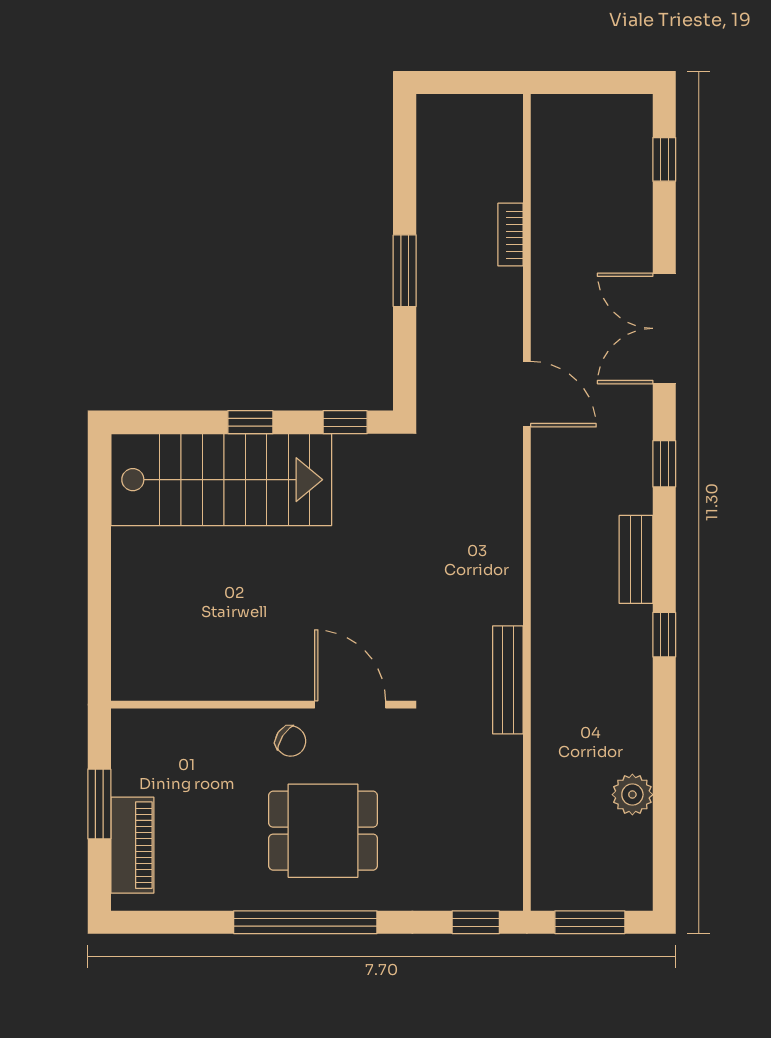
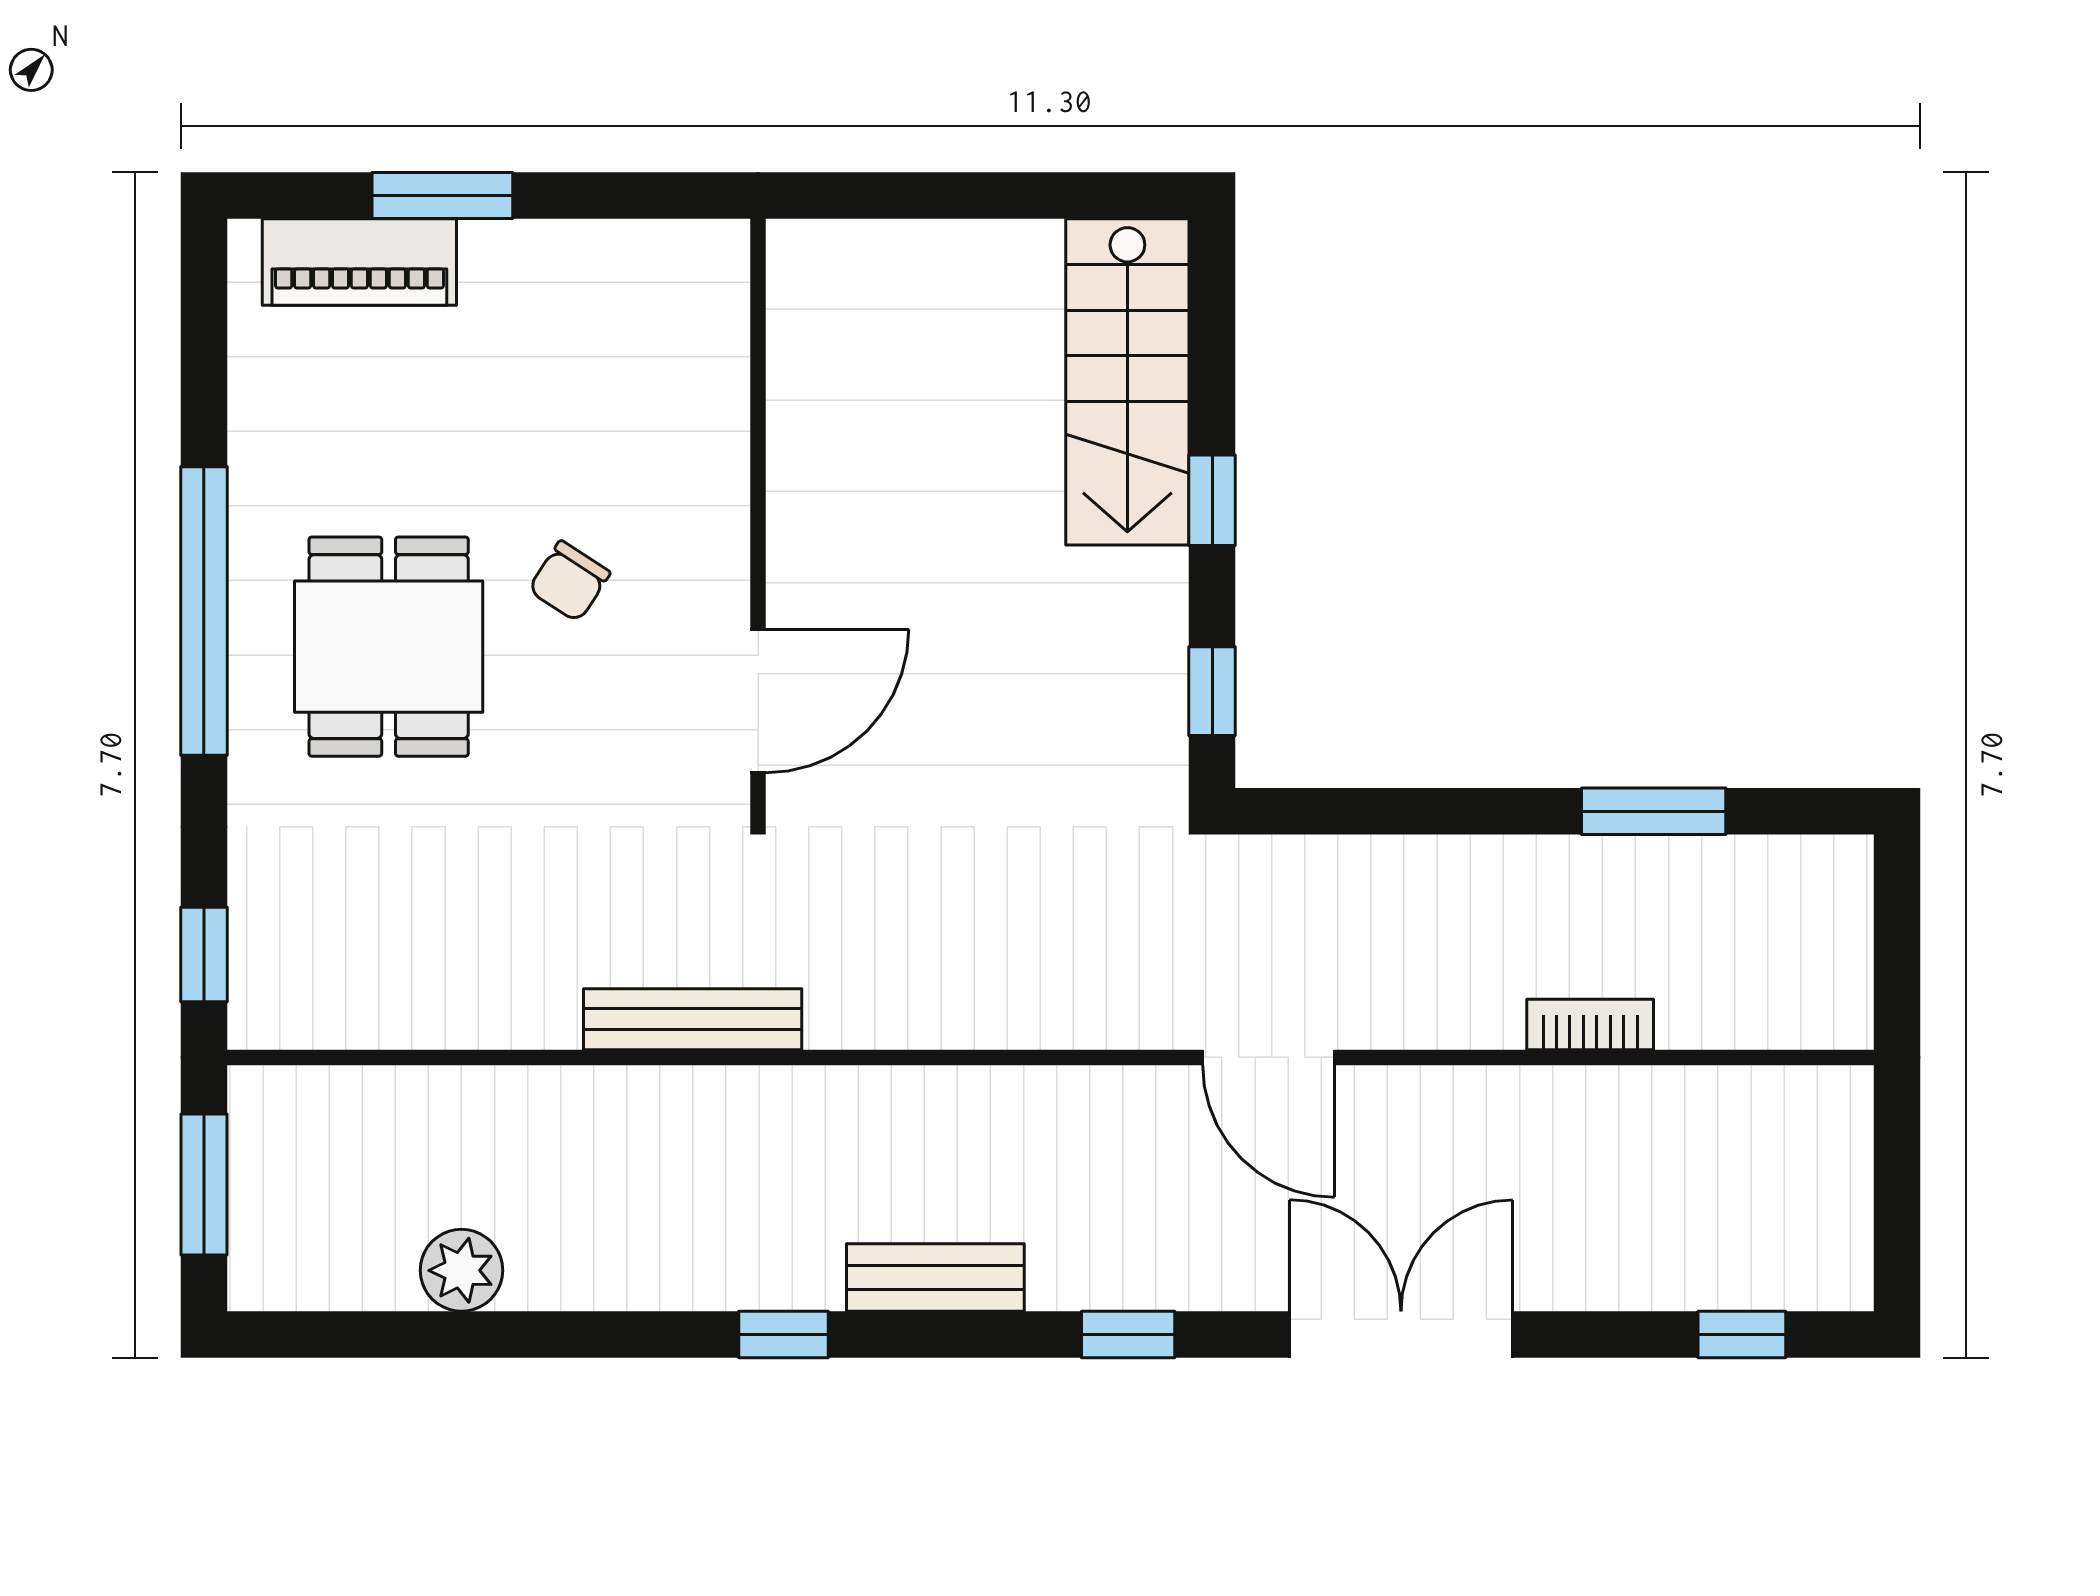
window: (405, 271) -> (1654, 811), moved
door: (527, 394) -> (1269, 1057), hinge flipped
stairs: (221, 480) -> (1127, 382), width x0.73, depth x0.66
wall: (260, 705) -> (758, 519), moved
door: (350, 705) -> (758, 701), moved

